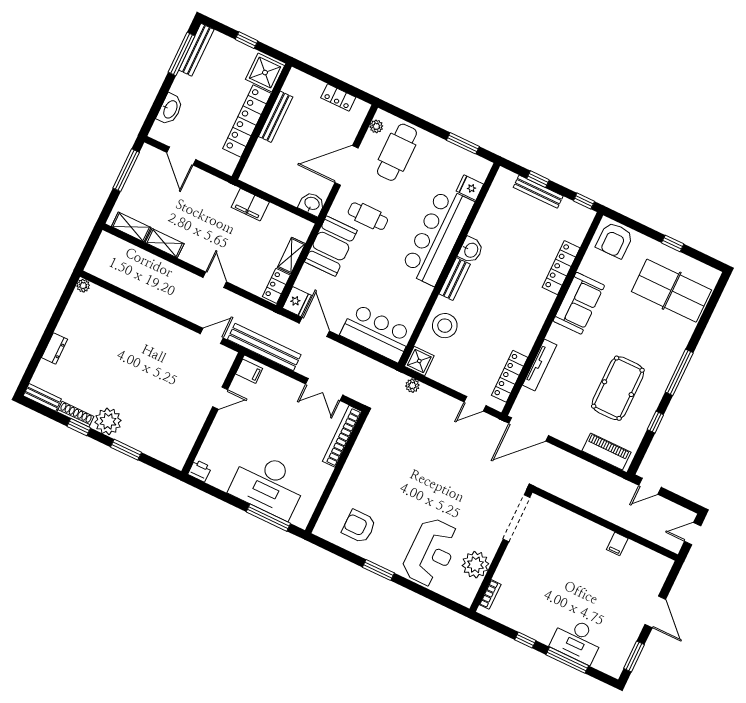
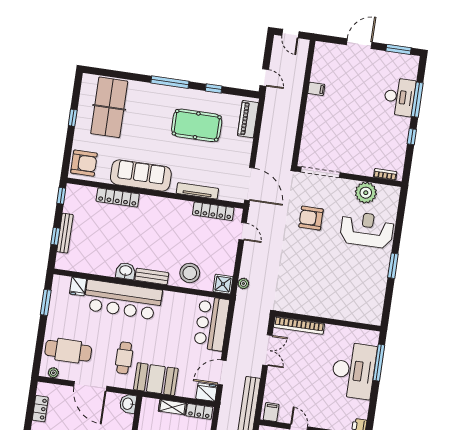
sofa: (579, 303) -> (141, 175), width x1.36
armchair: (359, 526) -> (311, 218), moved, turned 90

